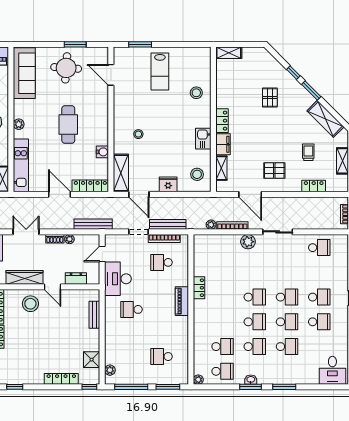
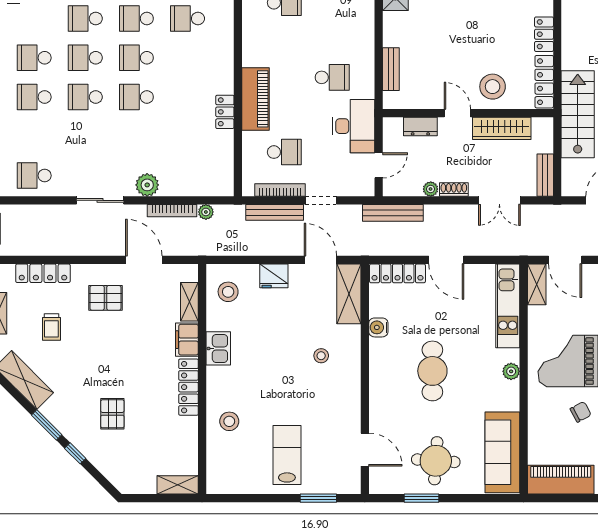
locker: (222, 121) -> (188, 387), width x1.53
locker: (314, 186) -> (43, 273), width x1.53
piano: (182, 301) -> (255, 99), width x1.37, depth x1.33

